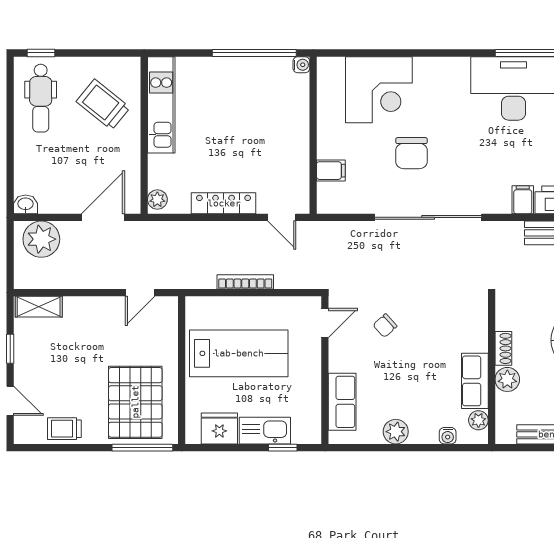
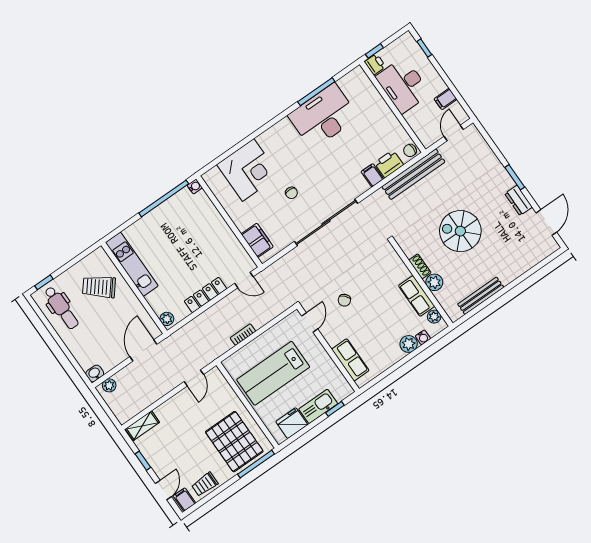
chair: (411, 153) -> (291, 193), width x0.54, depth x0.54
filing cabinet: (331, 171) -> (257, 240), width x2.00
plant: (41, 239) -> (109, 385), width x0.53, depth x0.53
bookcase: (245, 282) -> (243, 335), width x0.64
lab bench: (239, 353) -> (273, 373), turned 180
door: (10, 401) -> (163, 490), hinge flipped
filing cabinet: (27, 430) -> (184, 500), added
plant: (396, 432) -> (409, 344), moved

